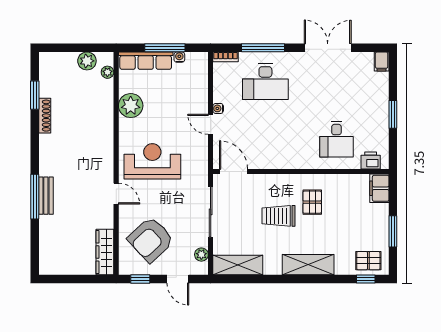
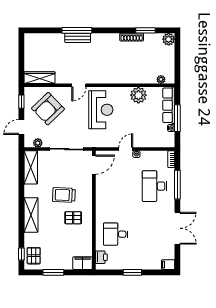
plant: (87, 61) -> (169, 39), moved
trolley: (278, 216) -> (64, 195), turned -88
armchair: (151, 239) -> (48, 109), turned -91

